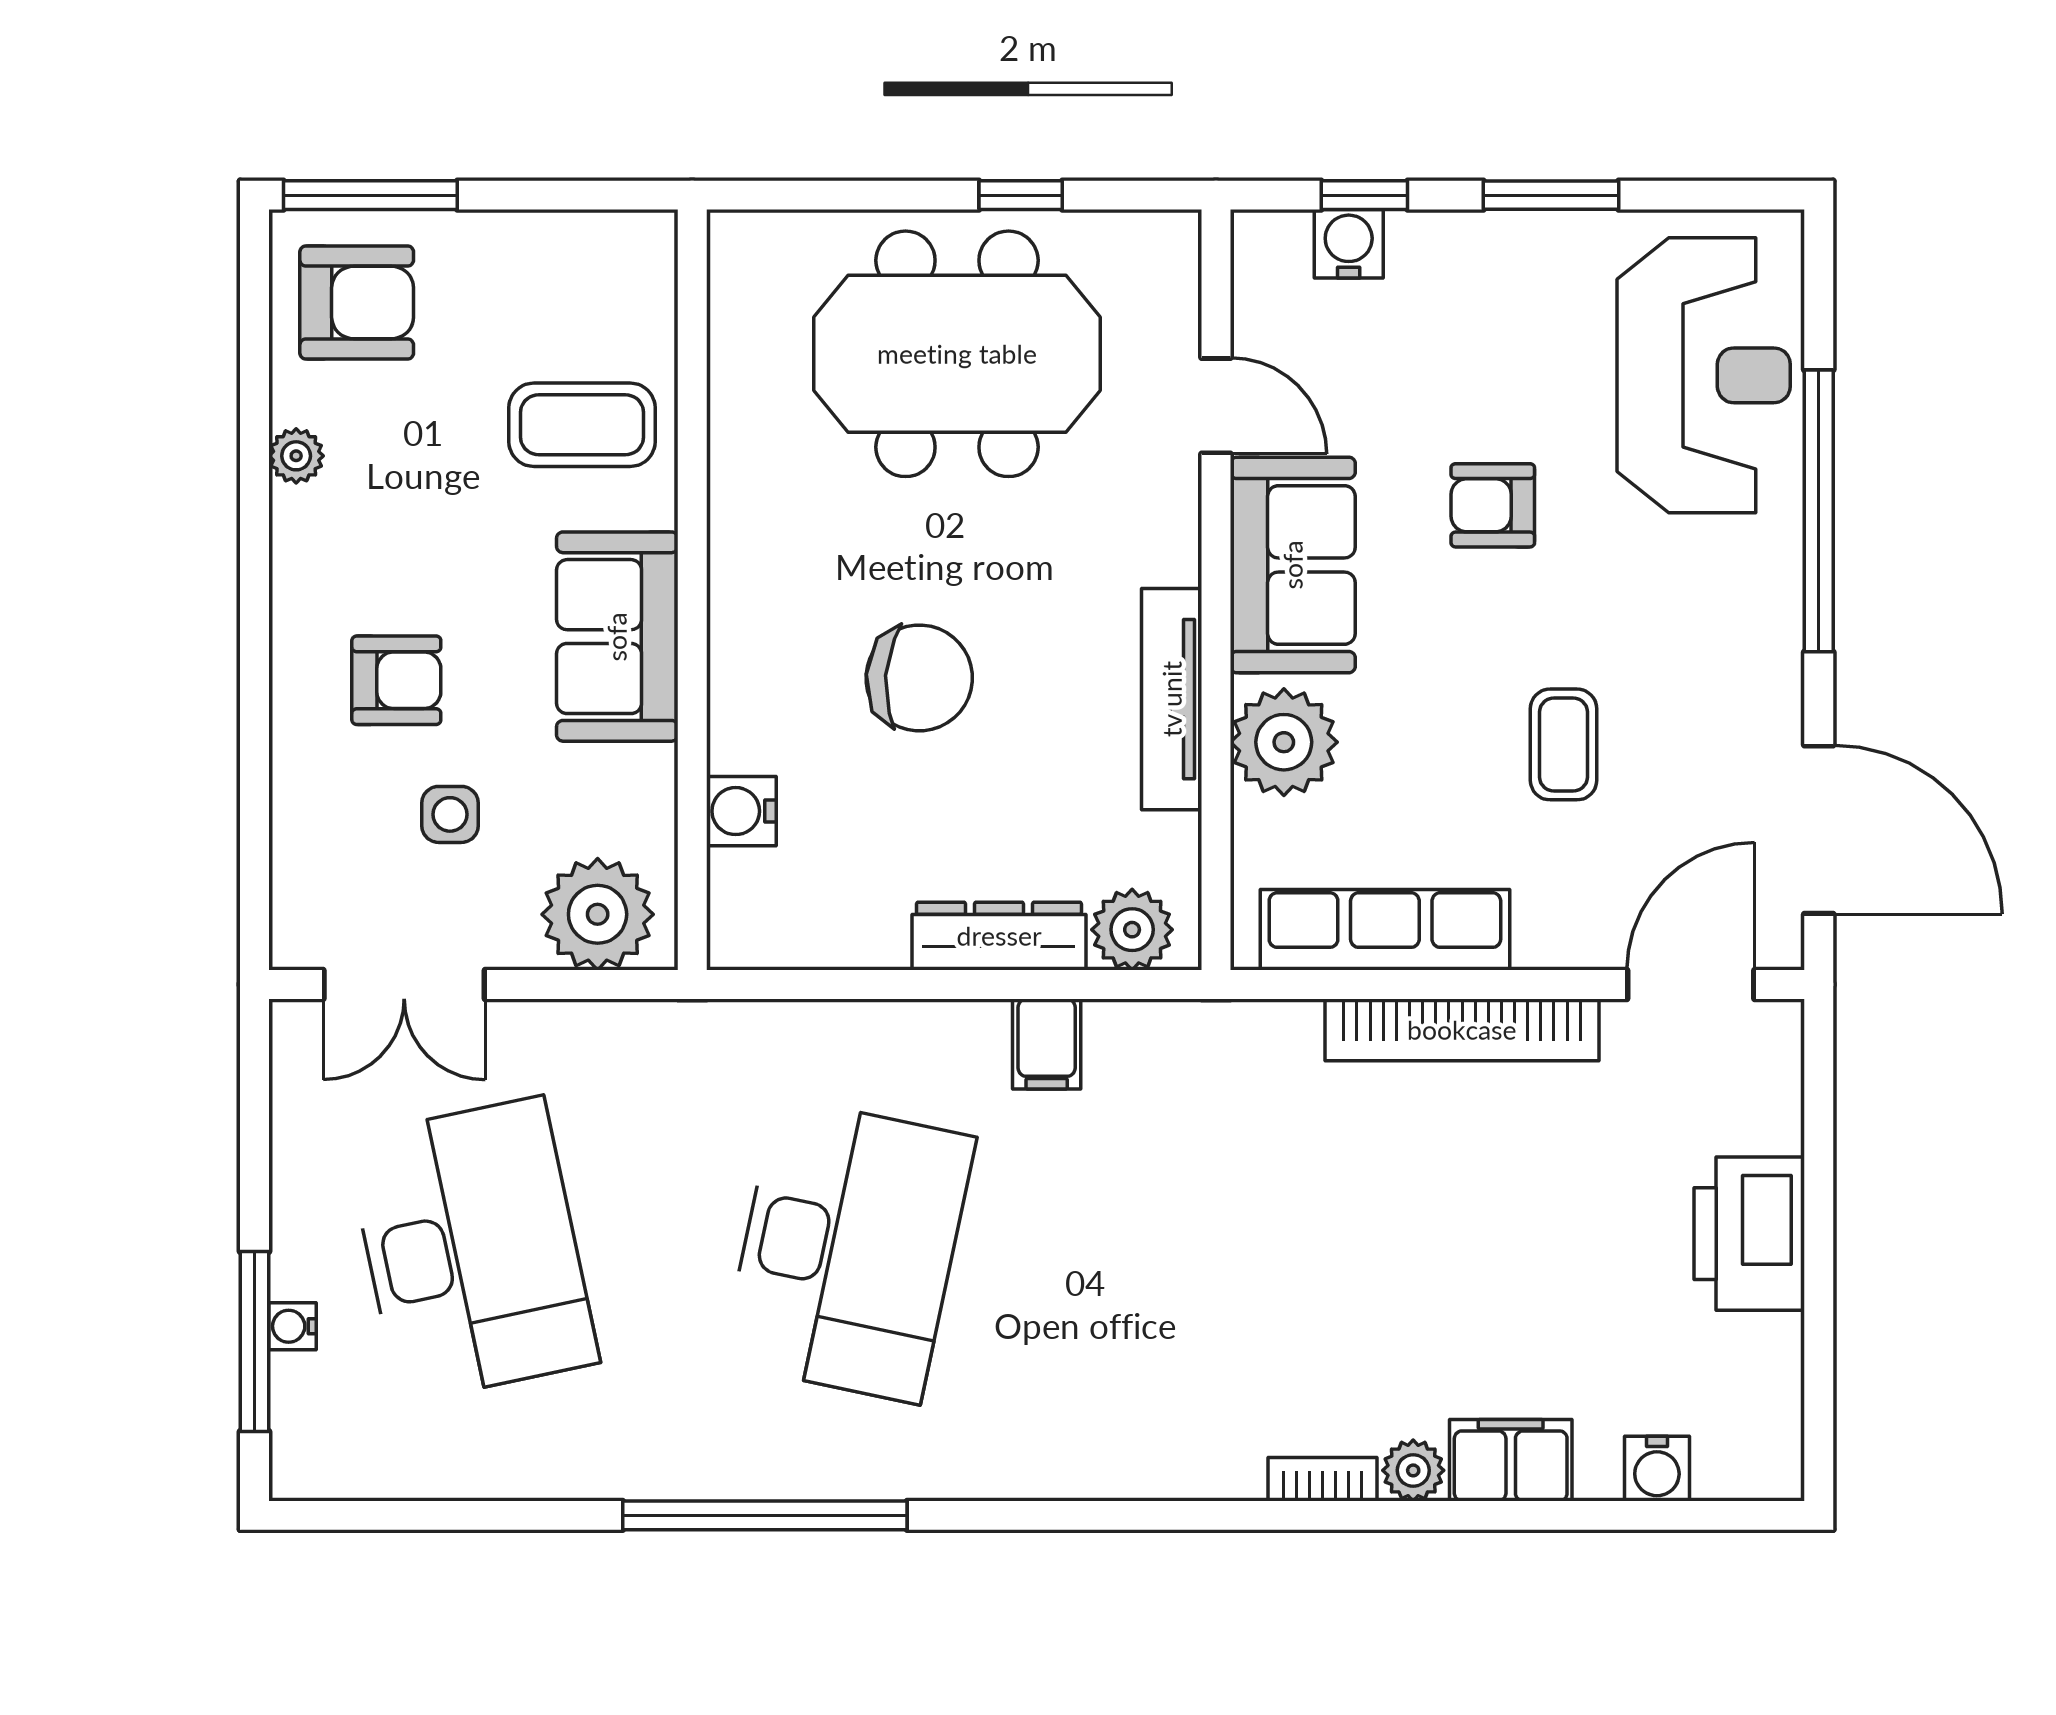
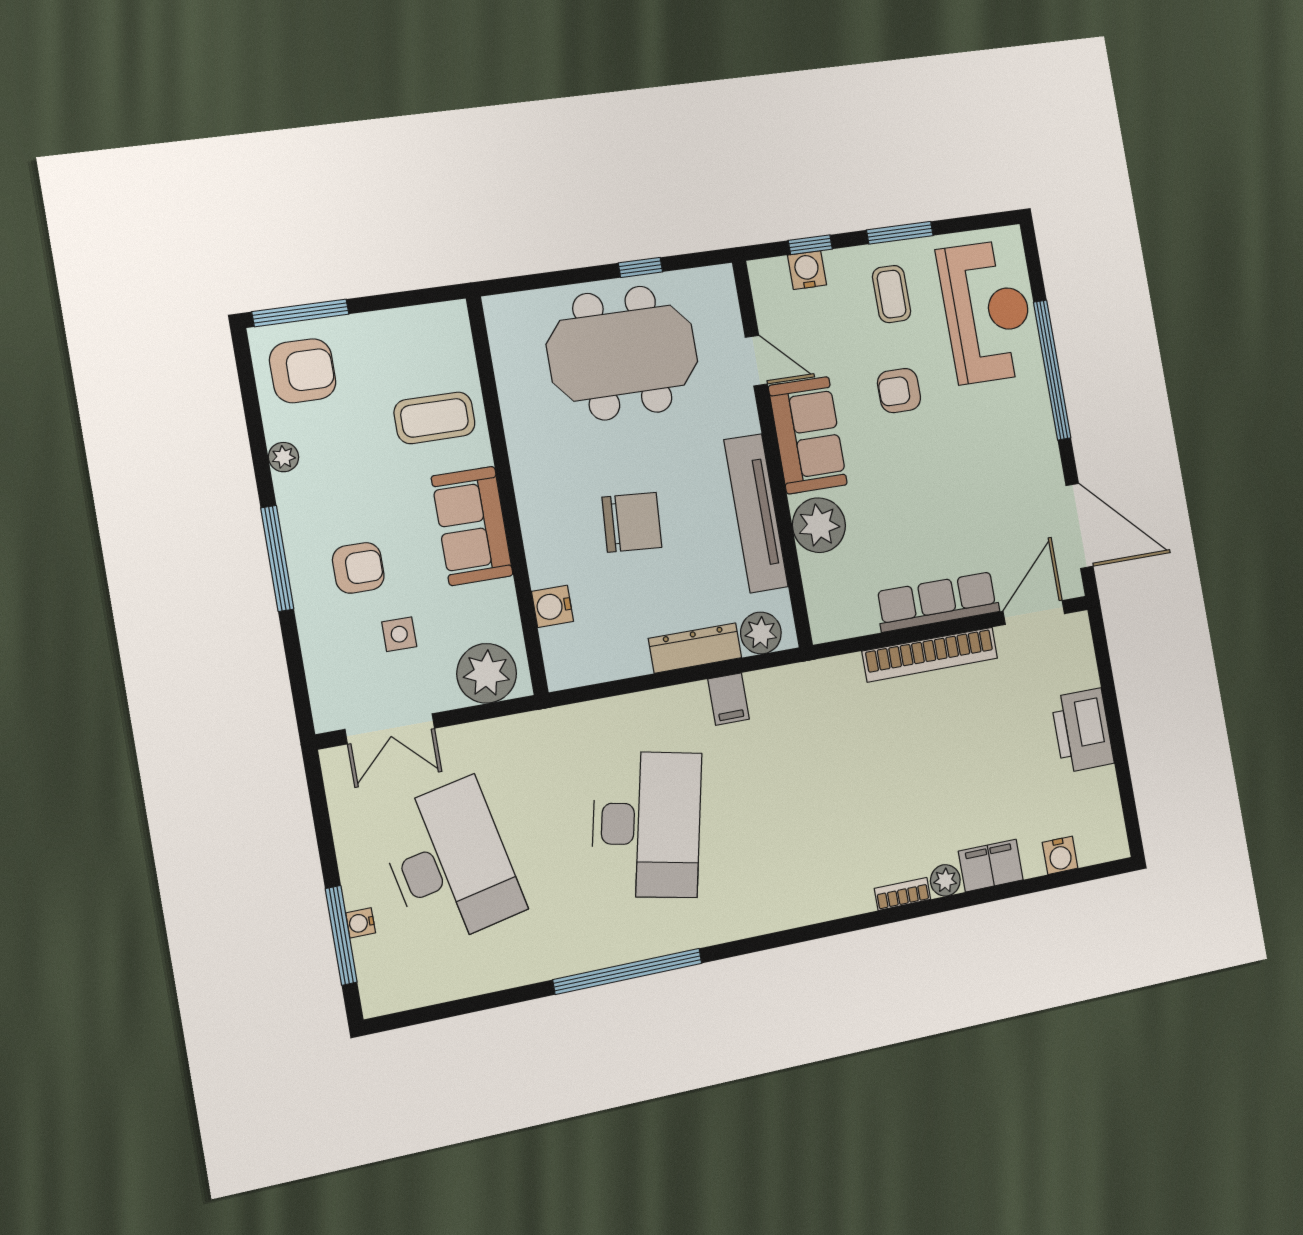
window: (254, 639) -> (277, 558), added
tv unit: (1172, 699) -> (756, 513), width x1.36, depth x1.29
coffee table: (1564, 744) -> (892, 294), moved
row of seats: (1385, 930) -> (938, 602), moved

